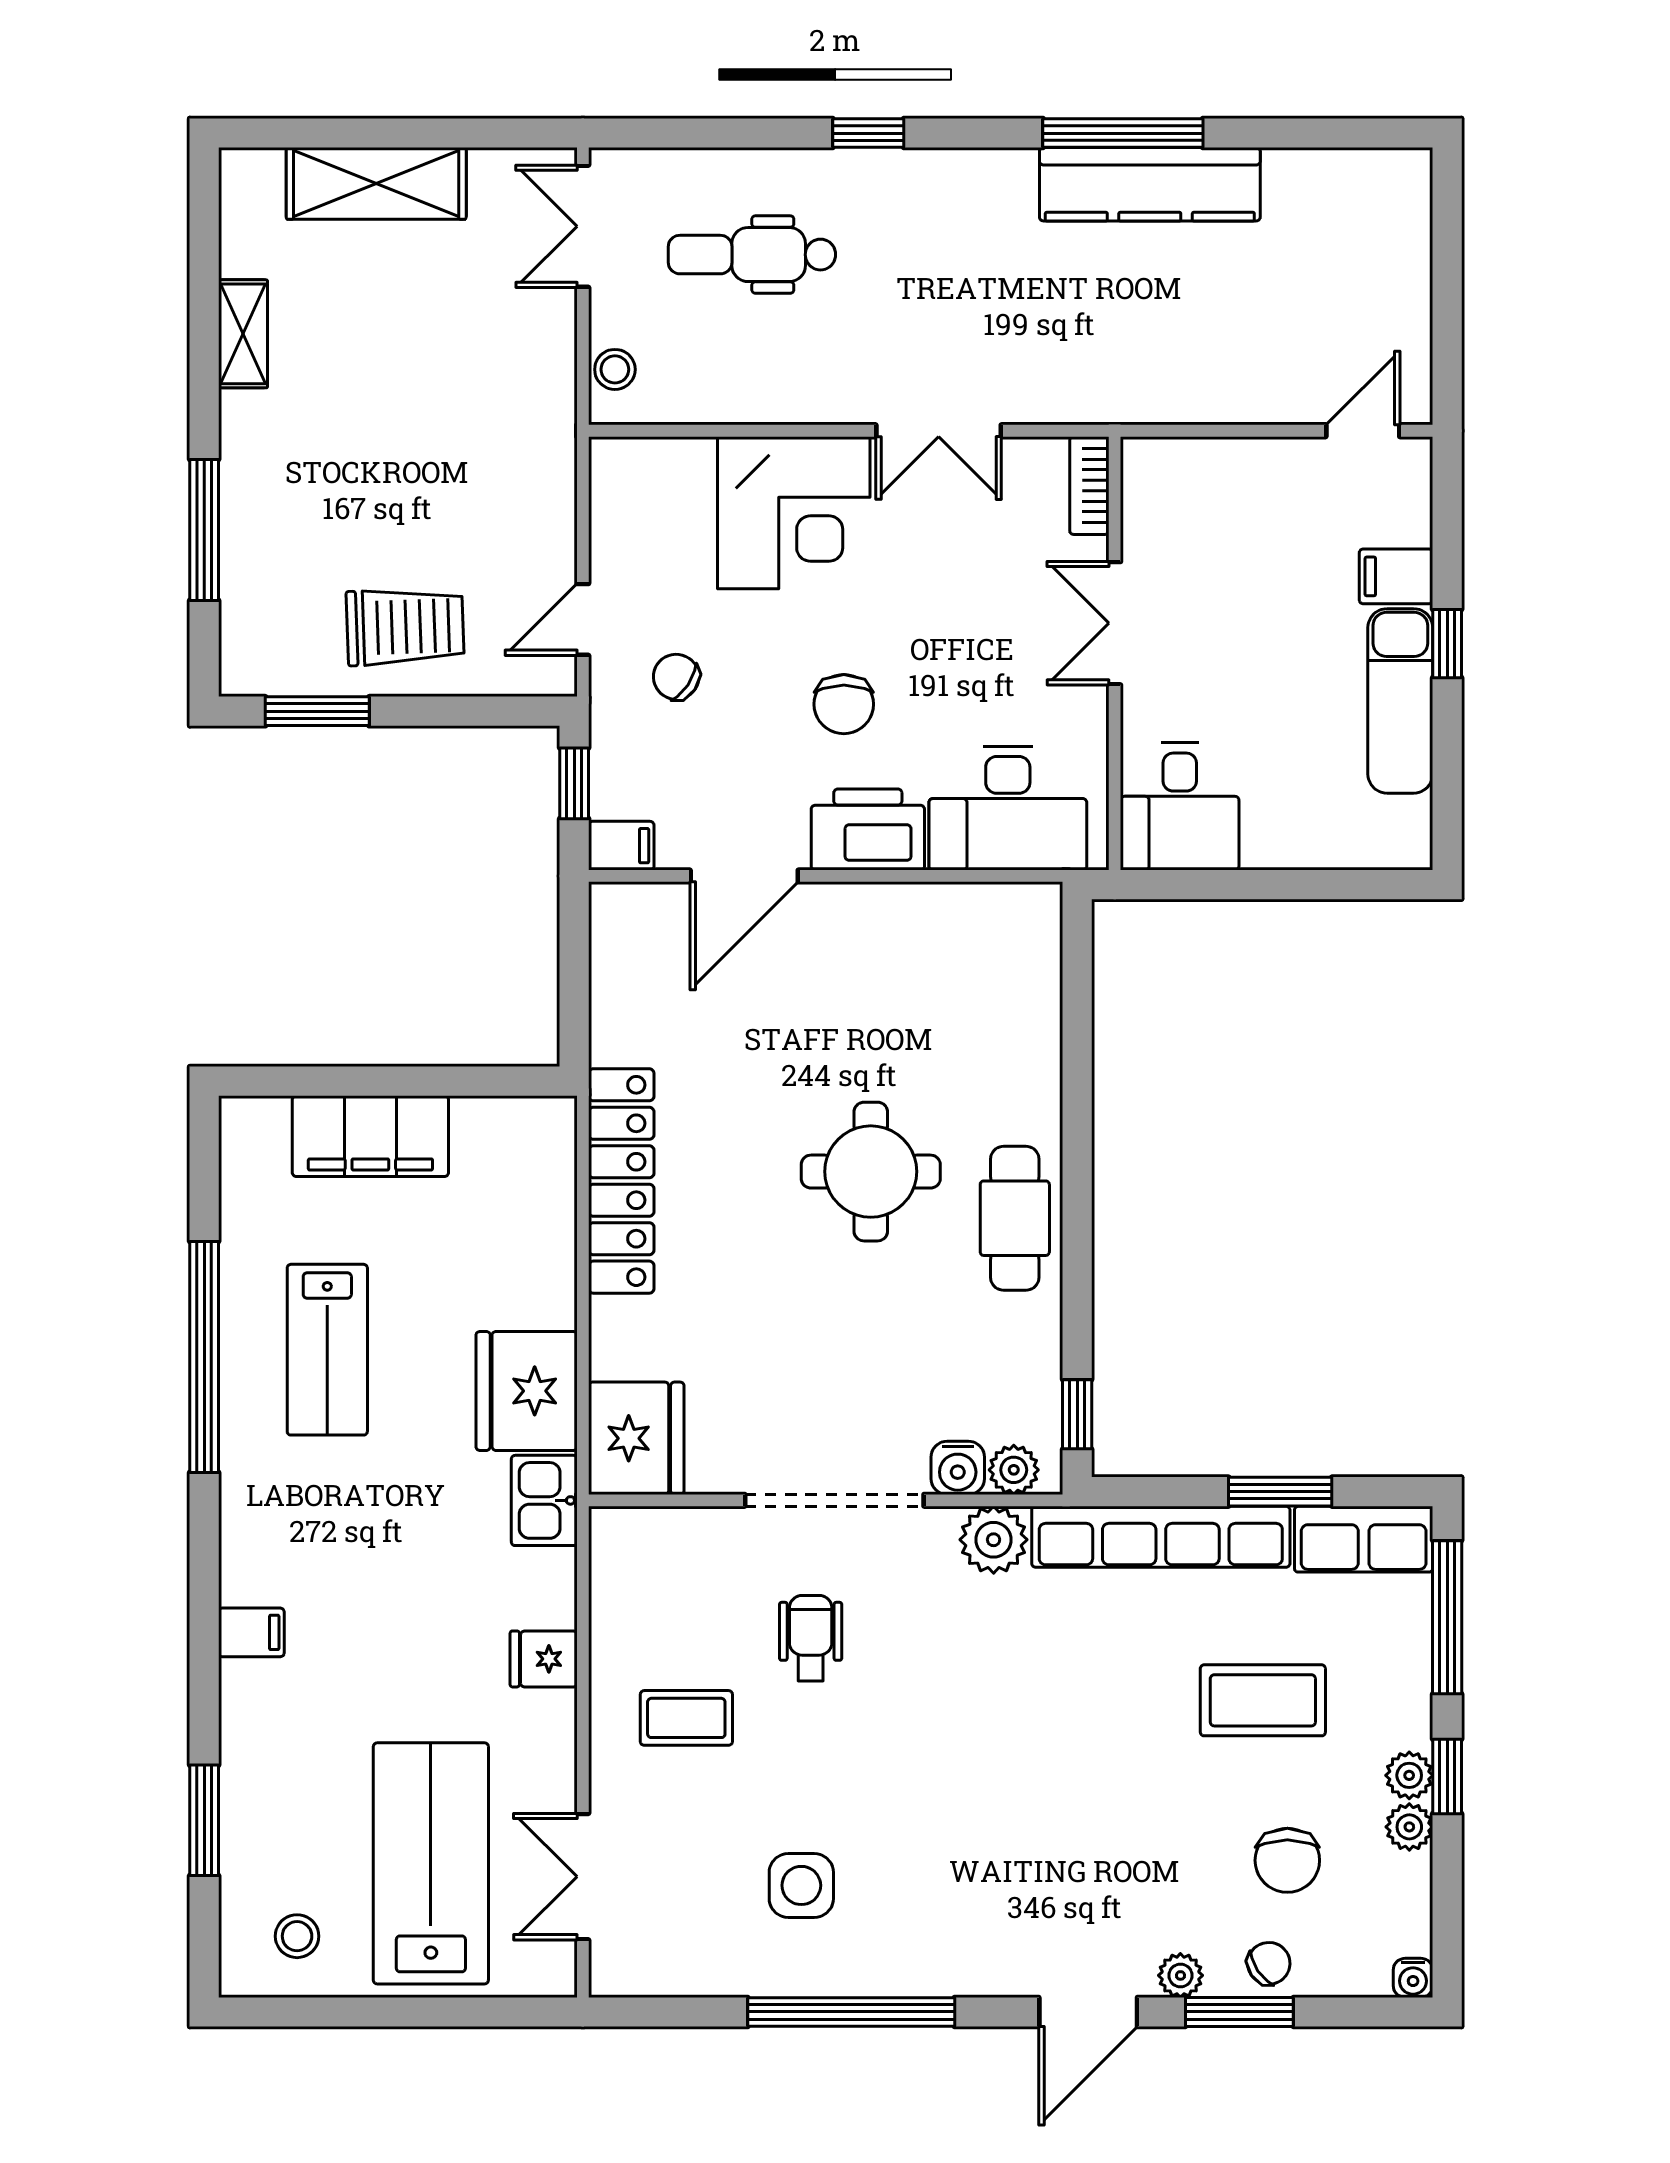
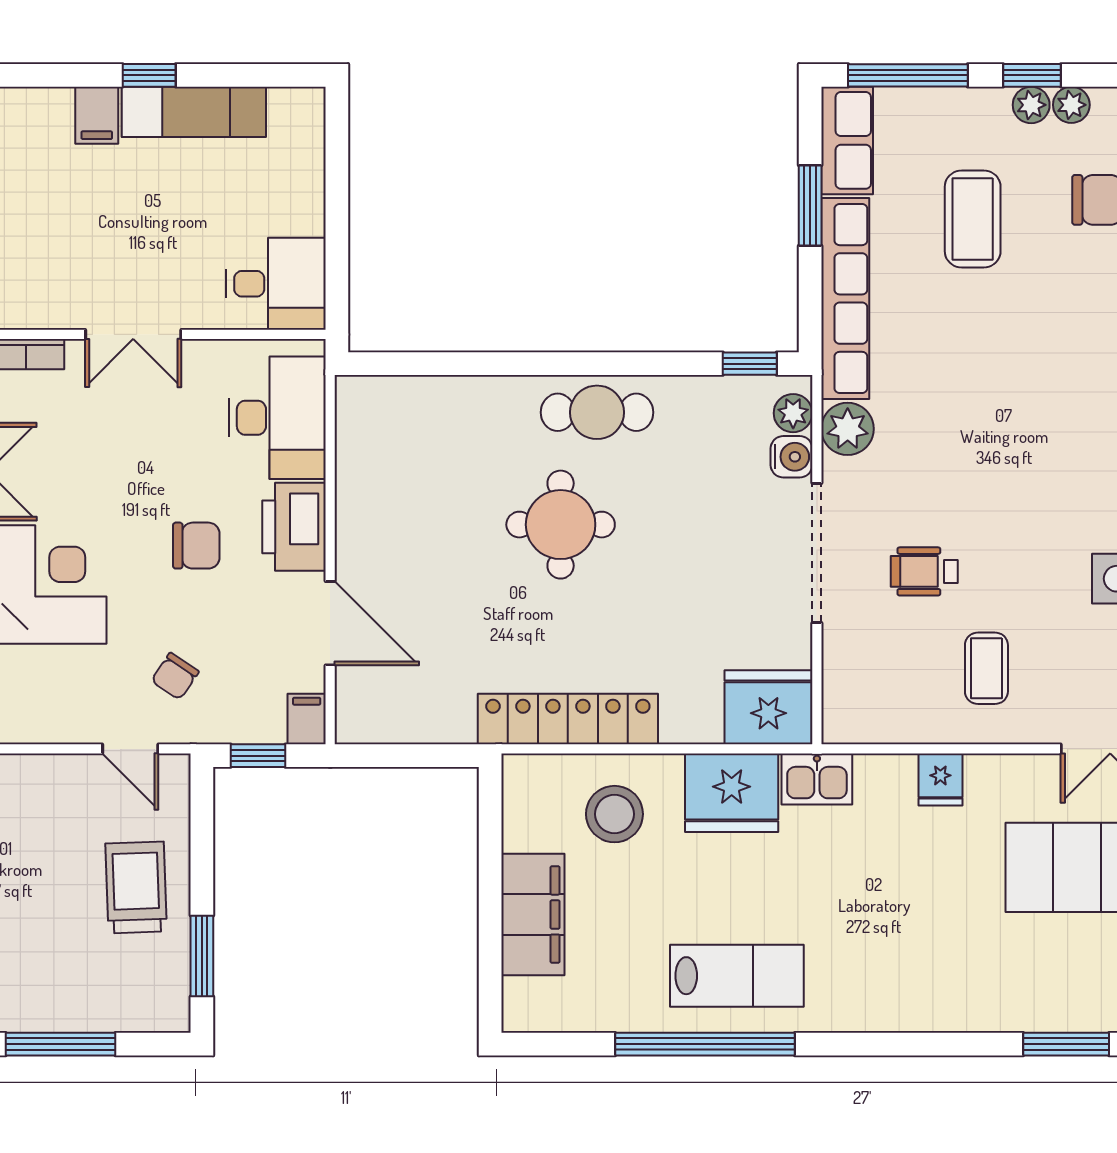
stool: (499, 1241) -> (614, 814), added
lab bench: (327, 1350) -> (737, 976), moved
filing cabinet: (251, 1632) -> (920, 1007), removed

